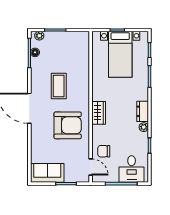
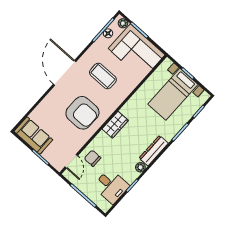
corner sofa: (67, 47) -> (137, 52), added
coffee table: (59, 86) -> (103, 76), turned 90
dresser: (143, 111) -> (154, 151), width x1.44
desk: (132, 169) -> (111, 186), moved, turned -90

